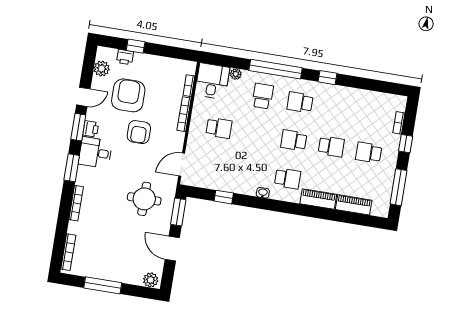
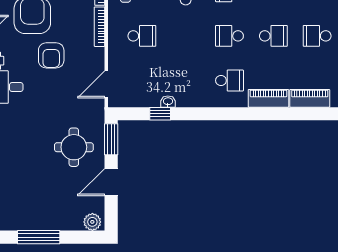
washbasin: (263, 193) -> (168, 102), moved
round table: (144, 199) -> (74, 147), moved
door: (172, 249) -> (111, 182), hinge flipped

